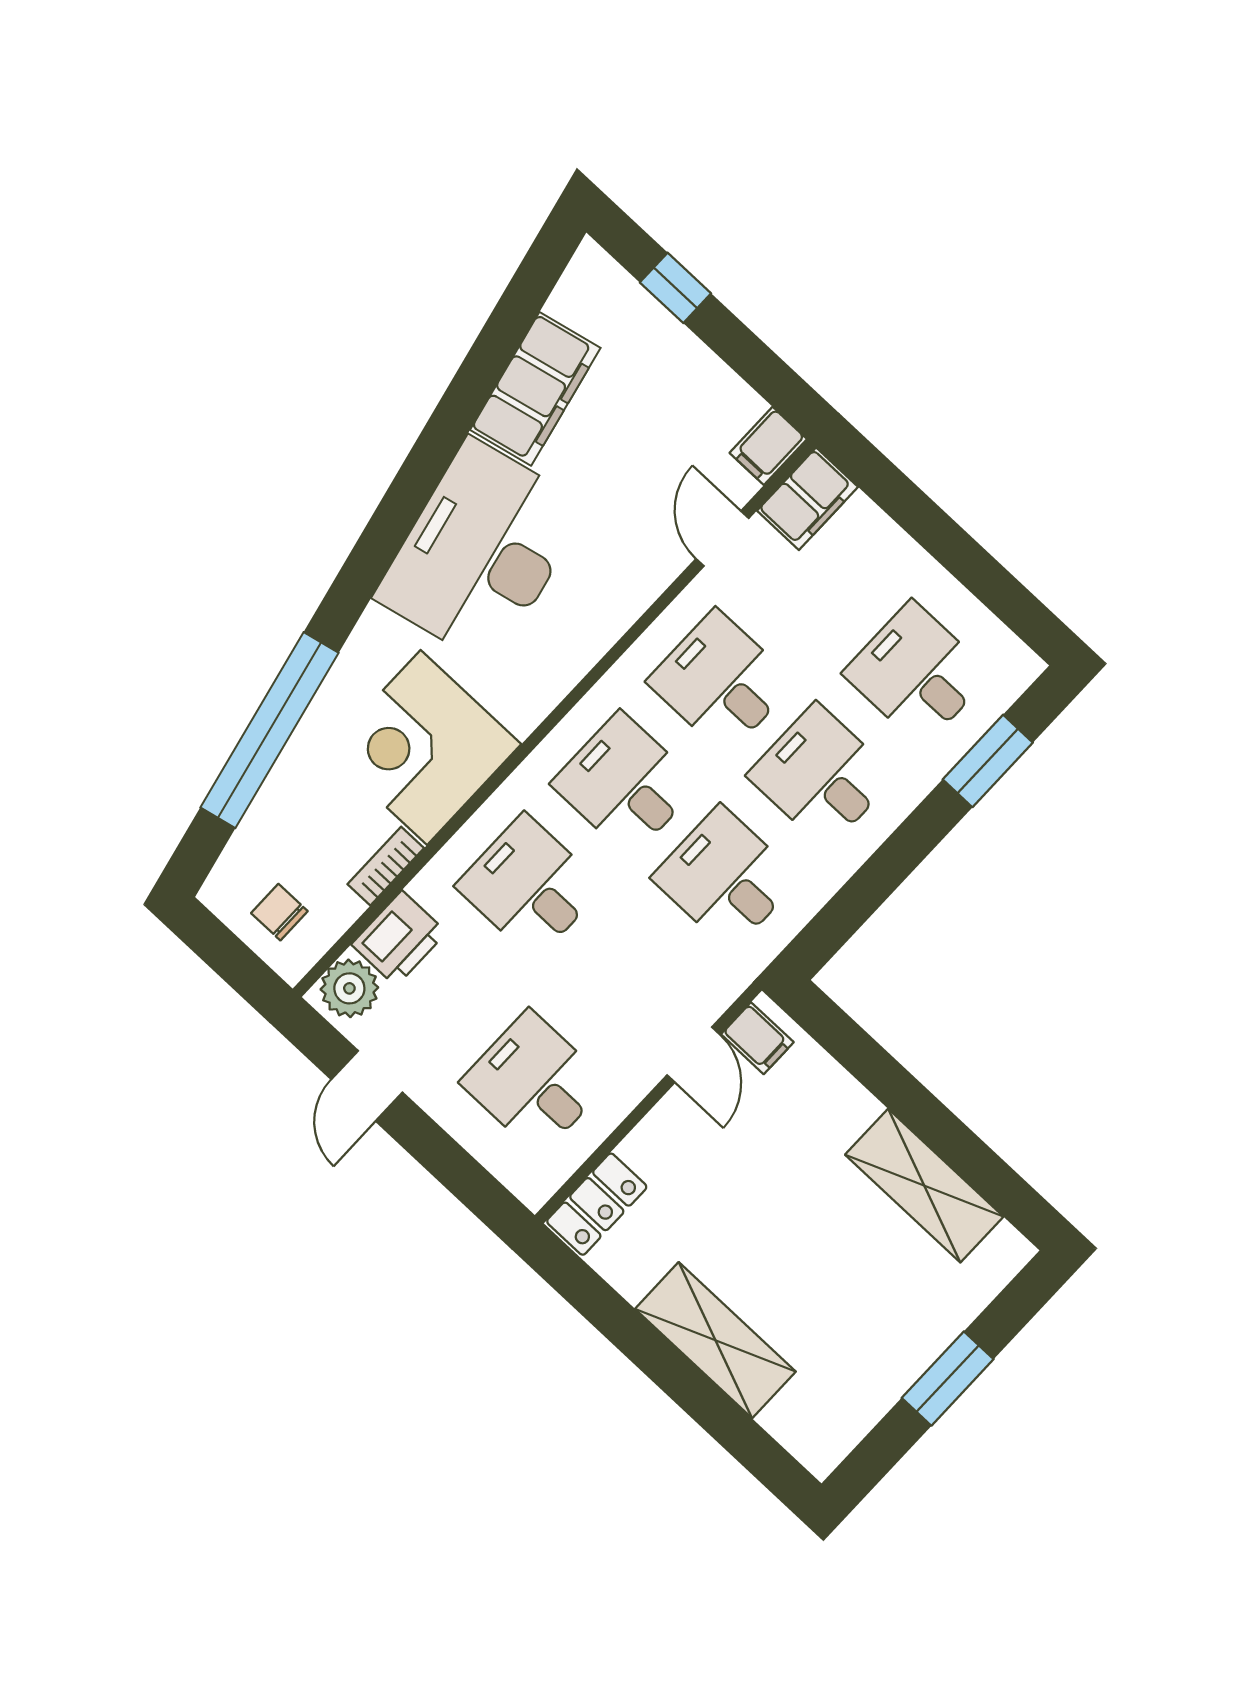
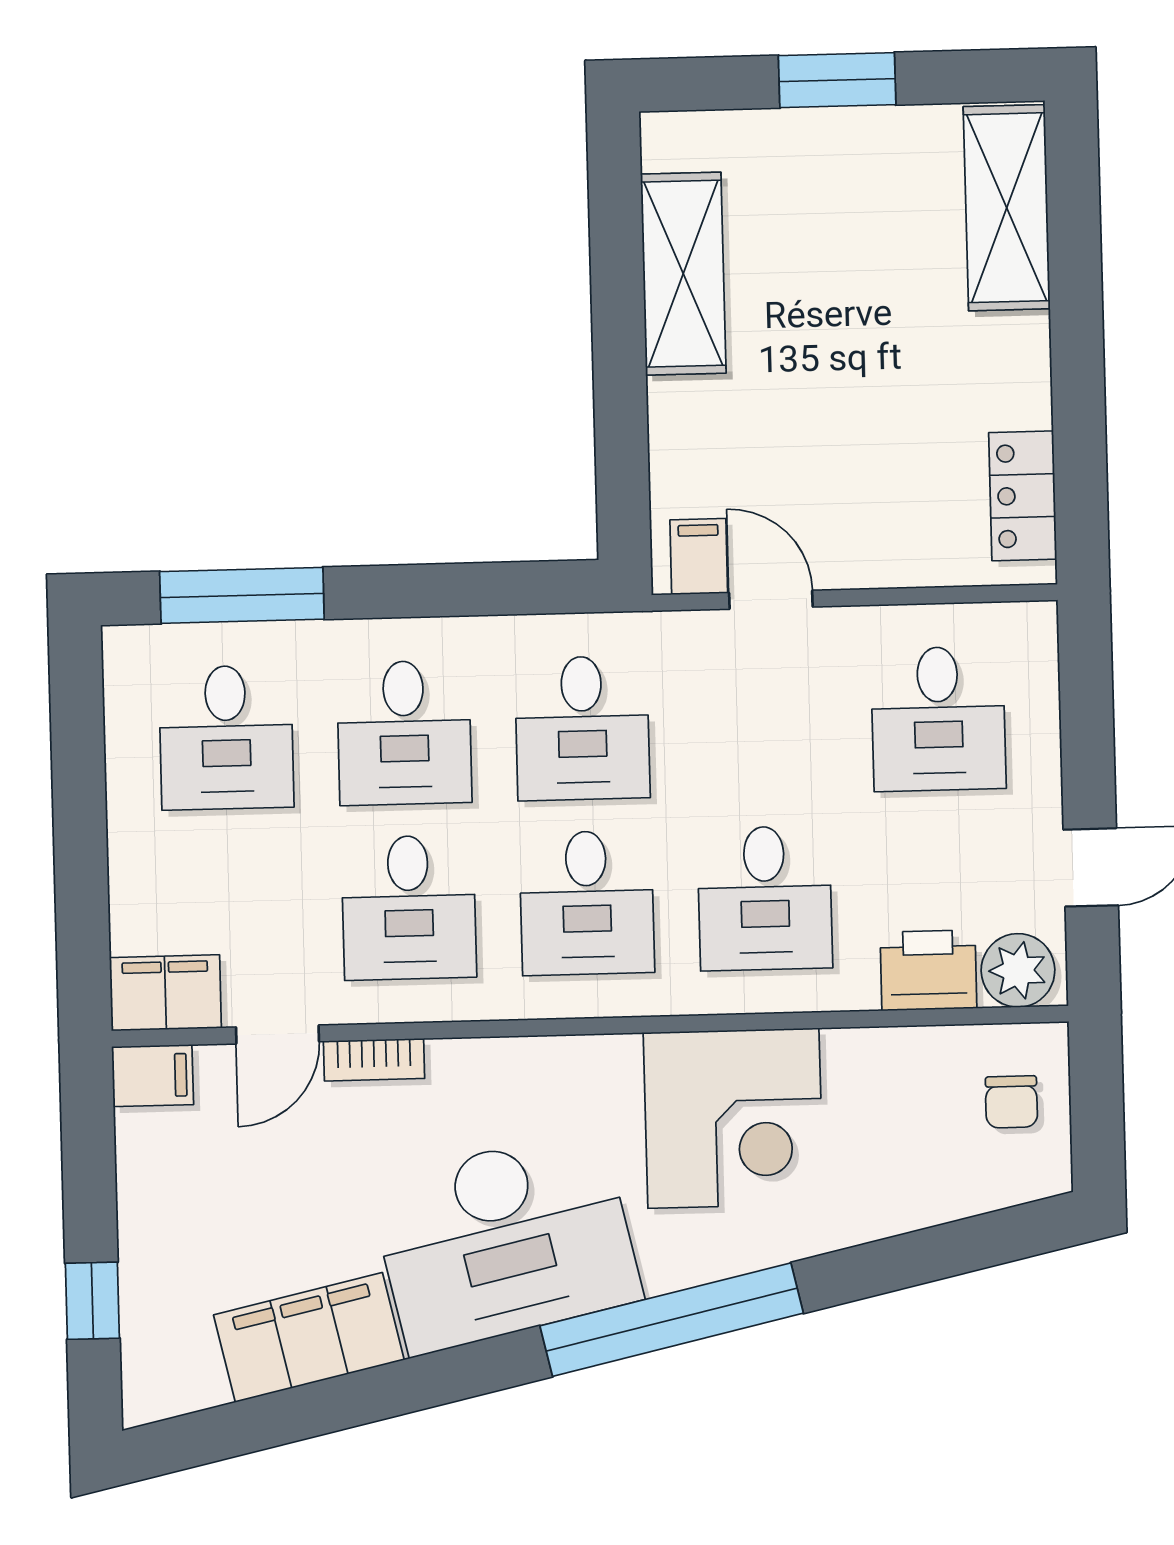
window: (270, 730) -> (672, 1320), moved
window: (988, 761) -> (242, 595), width x1.44
bookcase: (386, 866) -> (374, 1060), moved
door: (693, 1055) -> (771, 600), hinge flipped
locker: (597, 1204) -> (1023, 496), moved, turned -90
shelving: (715, 1340) -> (1007, 208), moved

